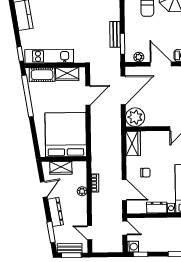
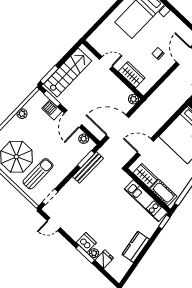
bench: (115, 34) -> (88, 167), width x1.36
plant: (135, 117) -> (133, 99), width x0.53, depth x0.53
wardrobe: (133, 144) -> (132, 75), moved, turned 90
dresser: (157, 208) -> (174, 21), removed

